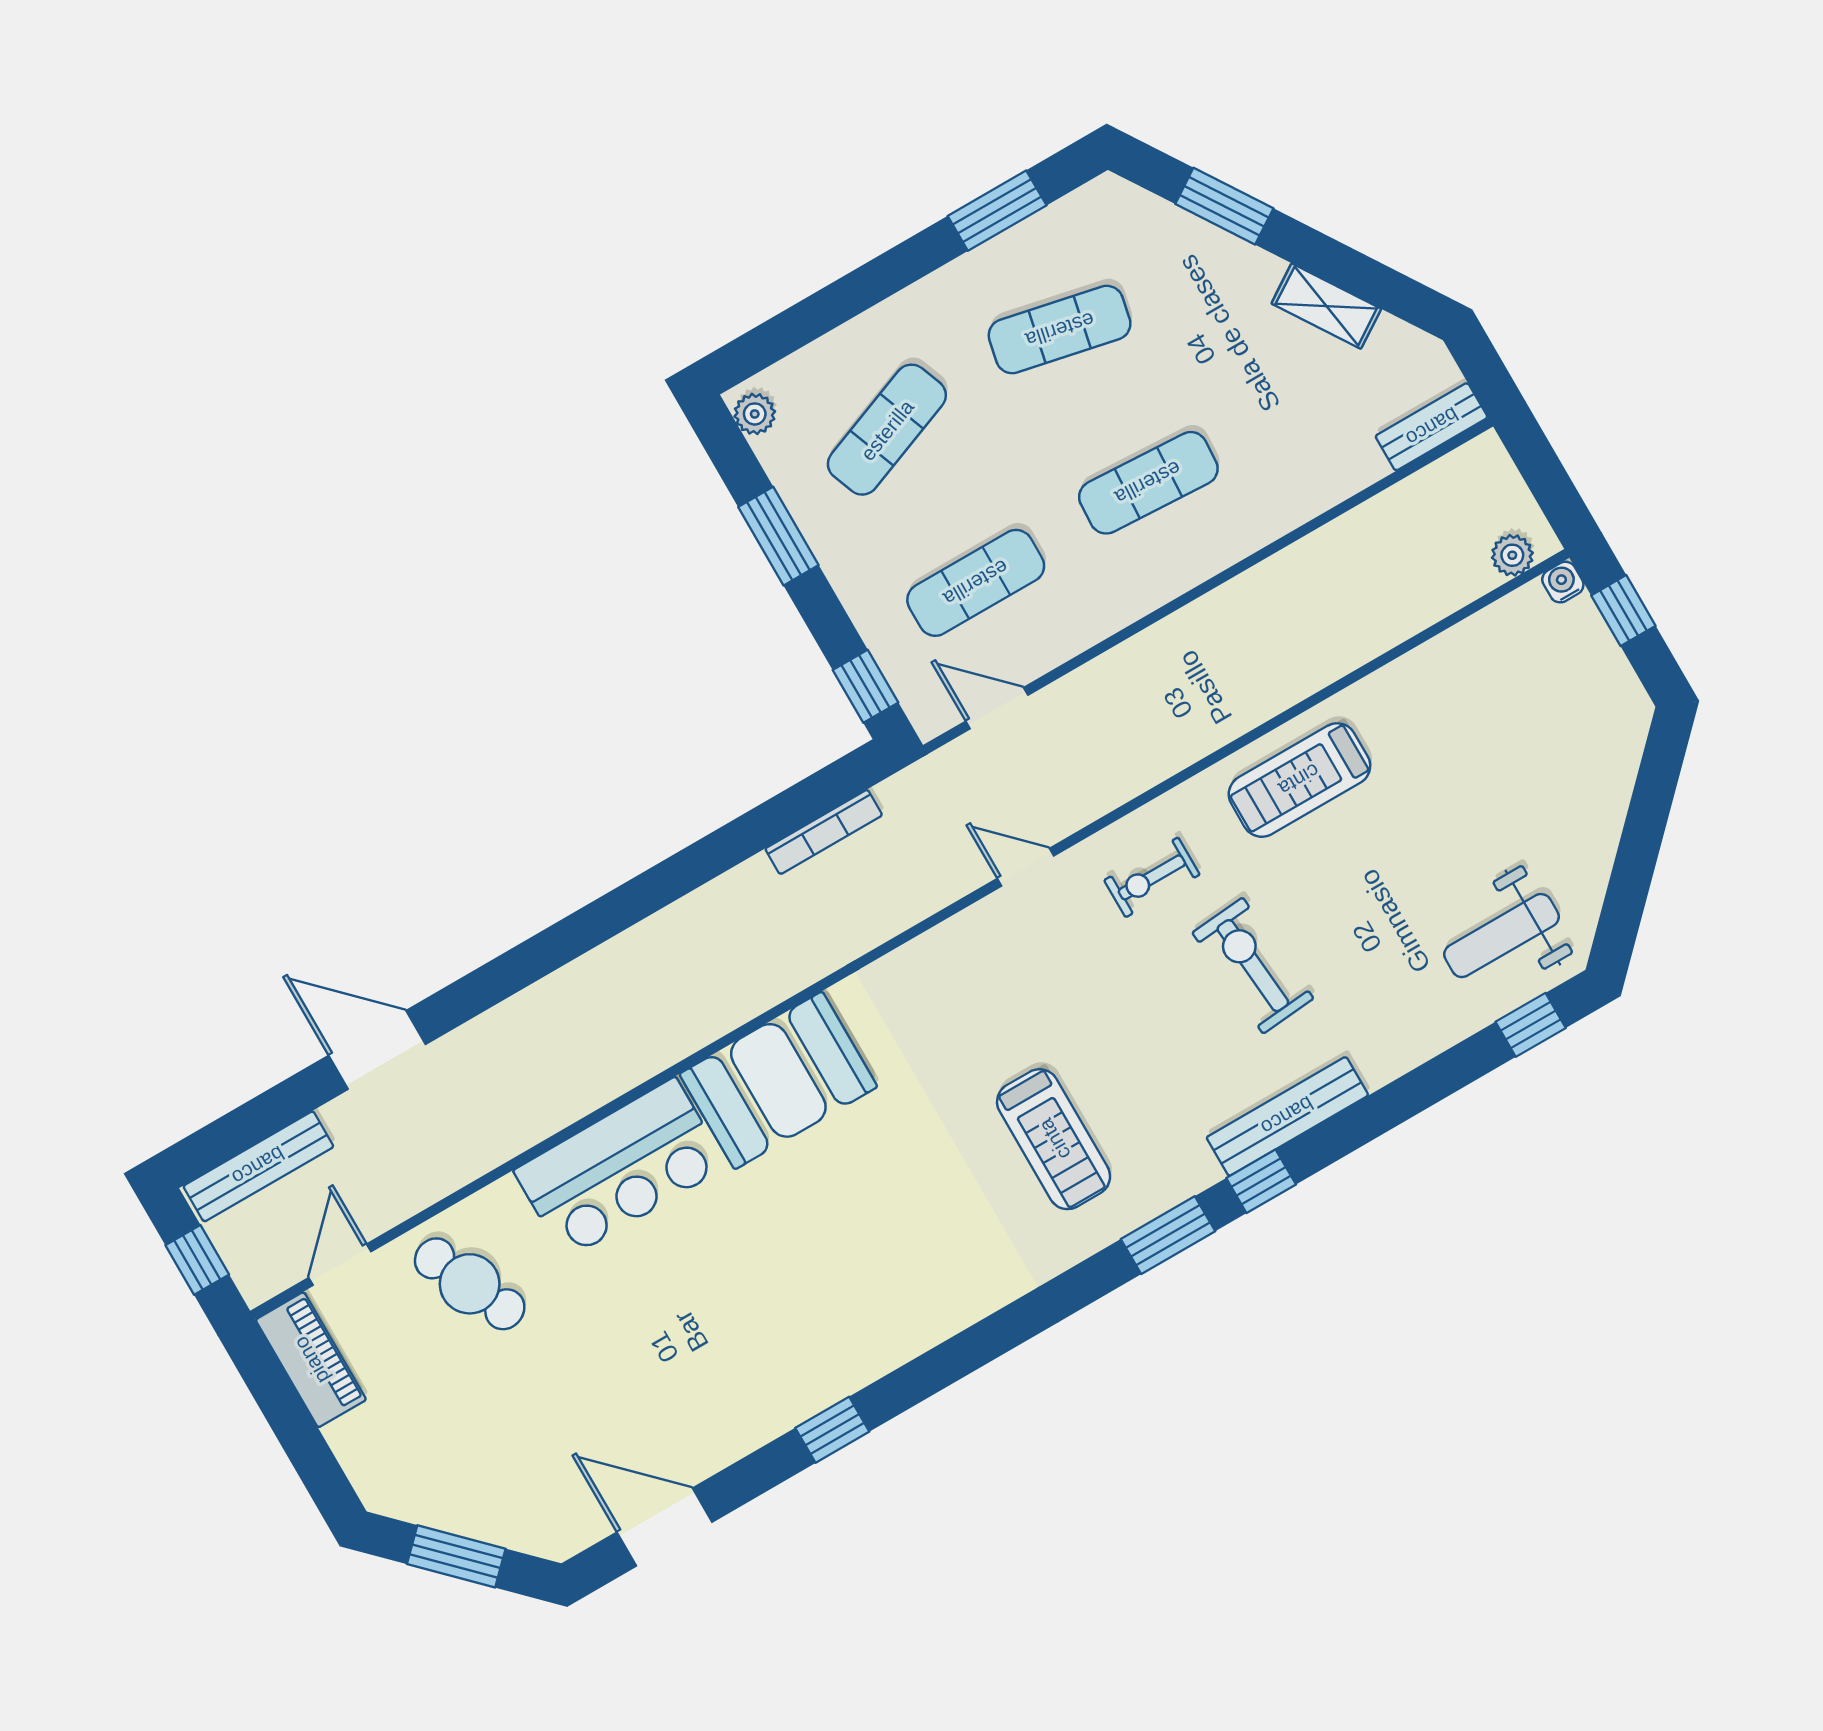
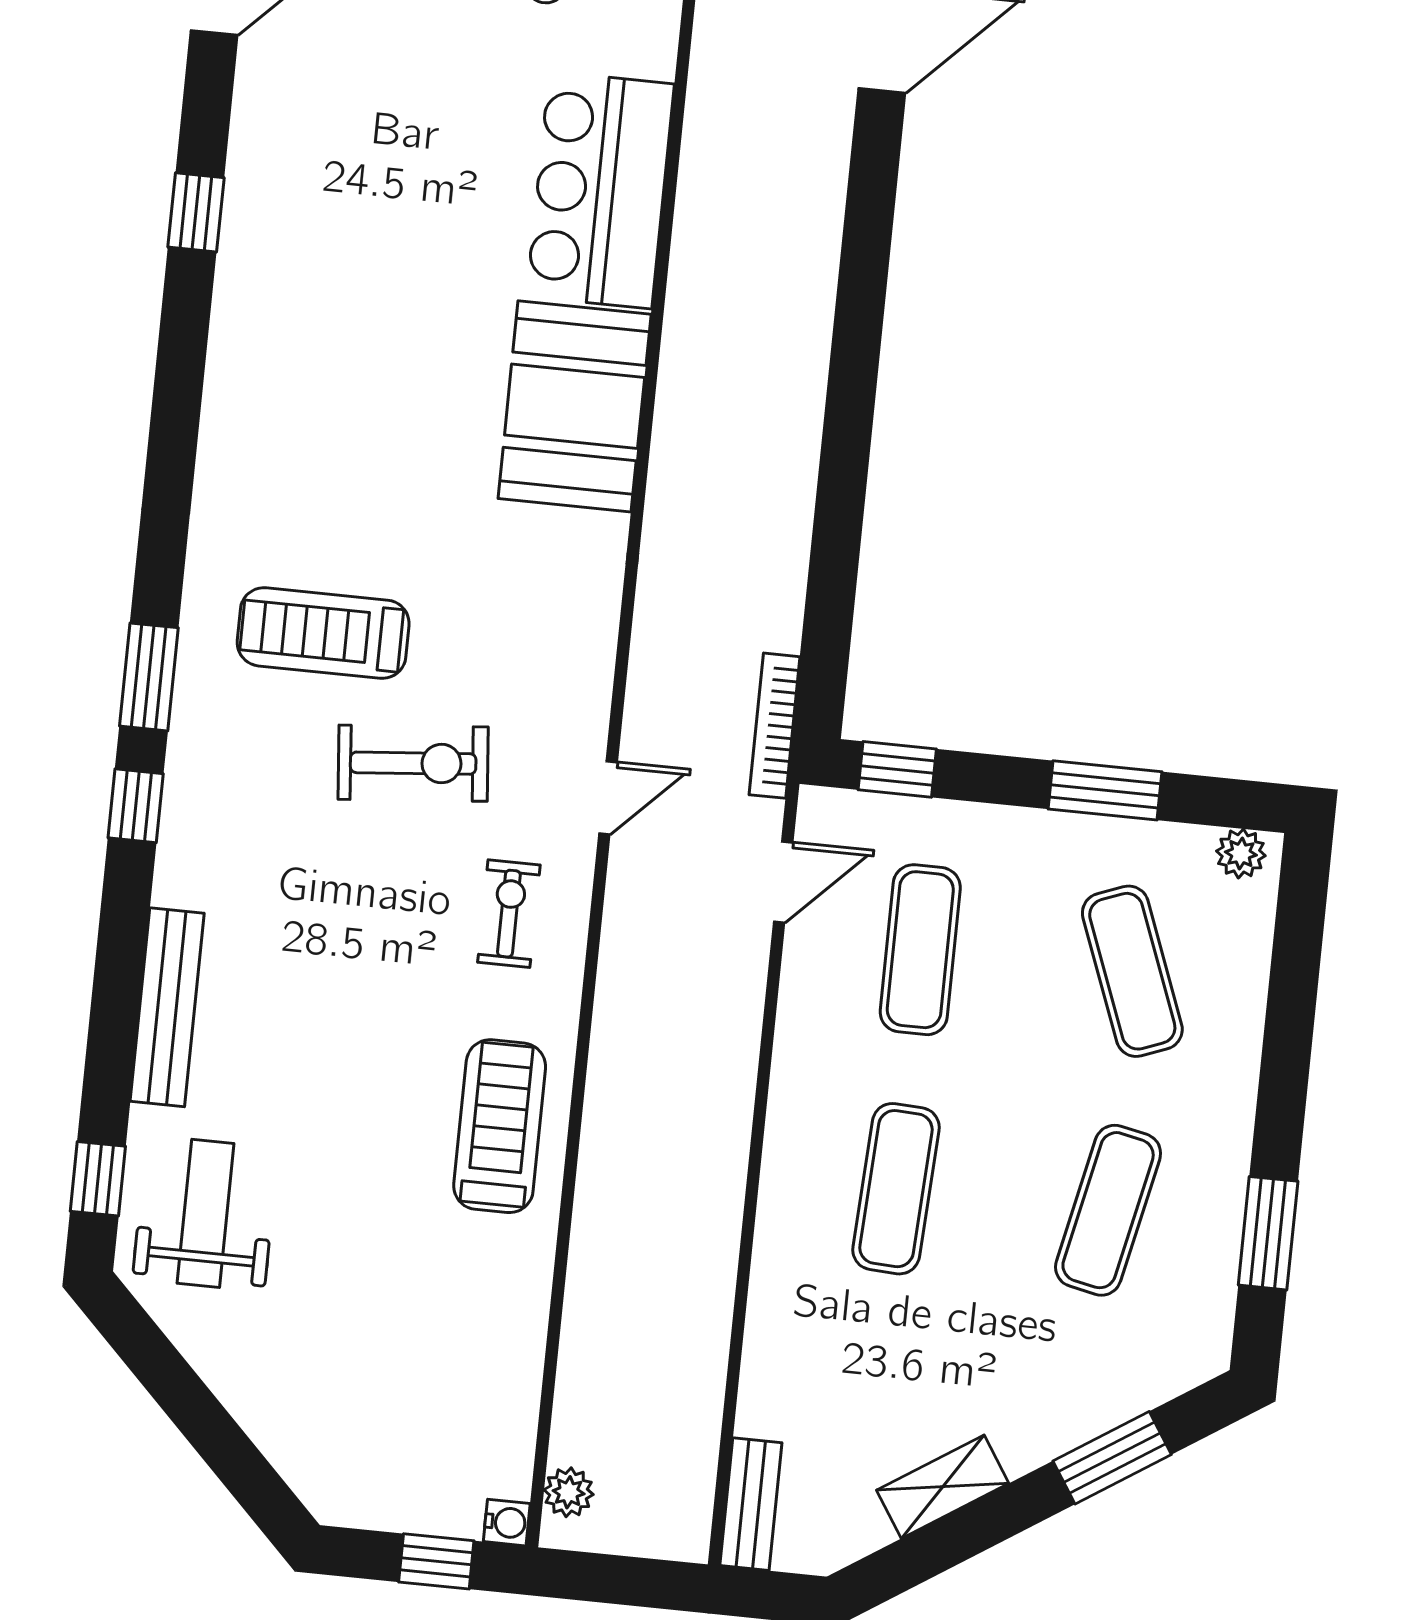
bookcase: (824, 832) -> (775, 726), moved
exercise bike: (1253, 966) -> (413, 763), moved
bench: (1287, 1116) -> (167, 1007), moved

